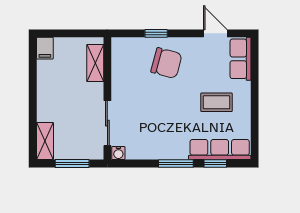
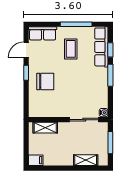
window: (156, 33) -> (26, 73), moved
chair: (166, 63) -> (45, 81), turned 75
window: (255, 111) -> (76, 24), added
shelving: (45, 141) -> (86, 160), moved

